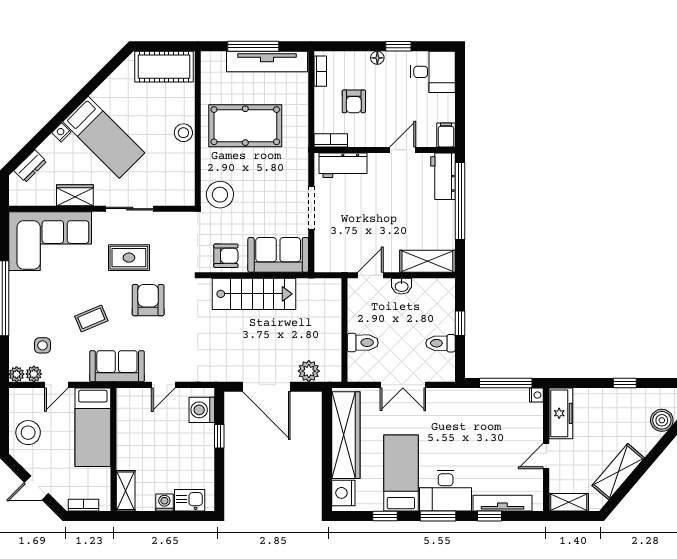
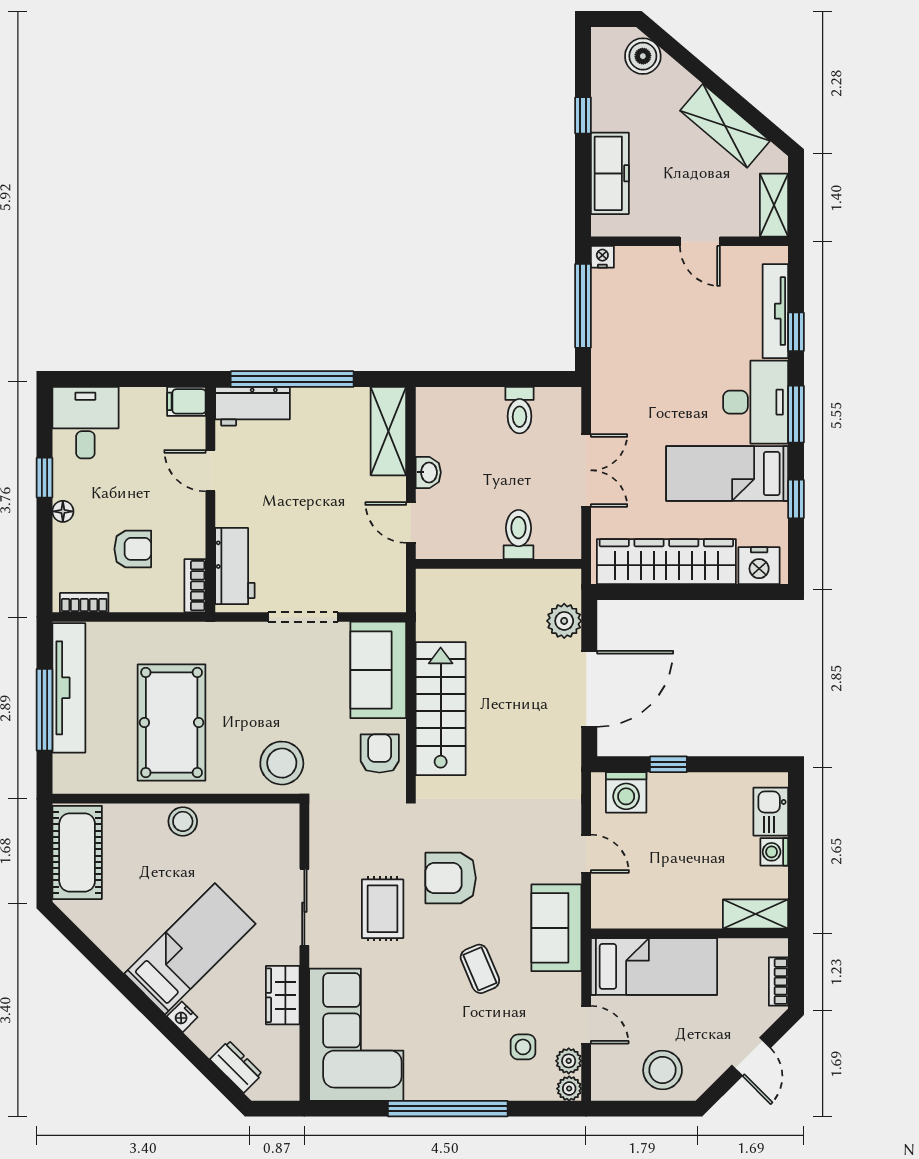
window: (460, 323) -> (488, 379), removed
freezer: (561, 413) -> (610, 173), moved, turned 90

